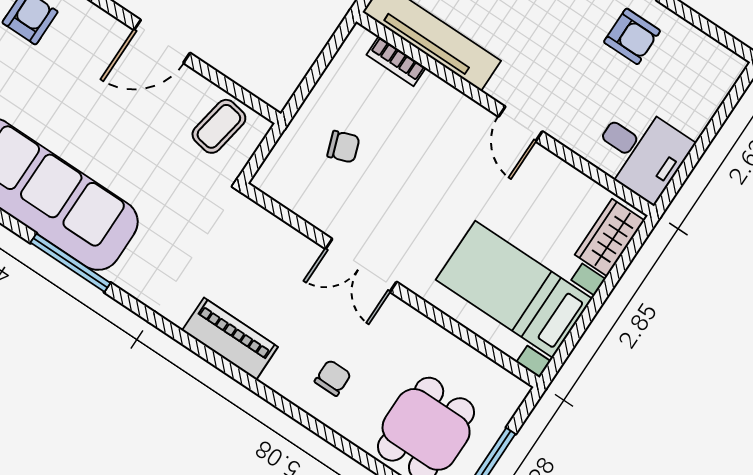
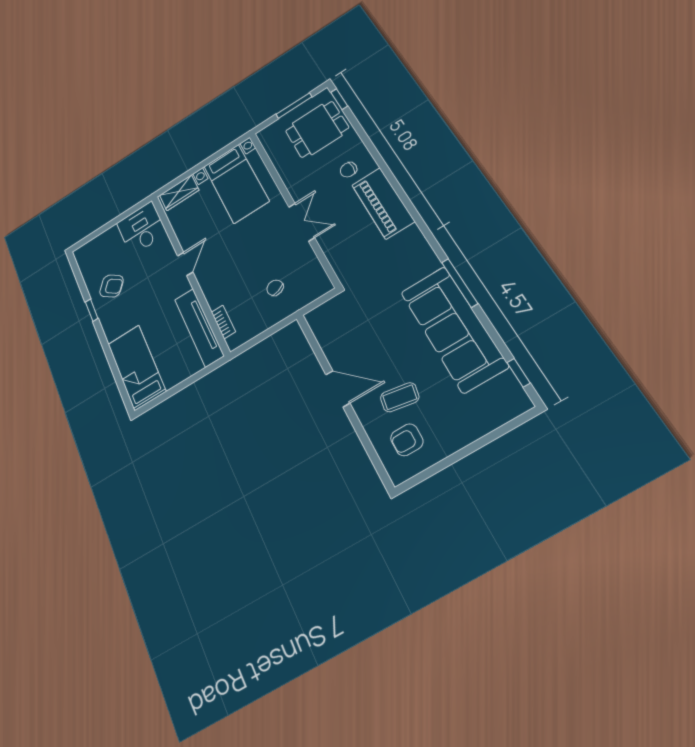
armchair: (632, 36) -> (111, 286), turned 128
coffee table: (219, 126) -> (400, 397), moved
piano: (230, 339) -> (383, 203), width x1.37, depth x1.33

